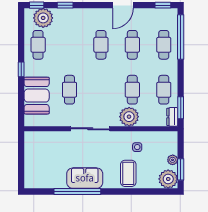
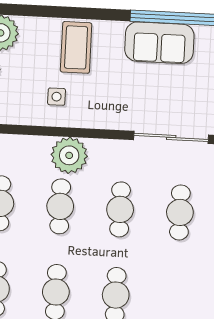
cafe table: (101, 90) -> (120, 209), added
sliding door: (90, 129) -> (171, 137), moved

